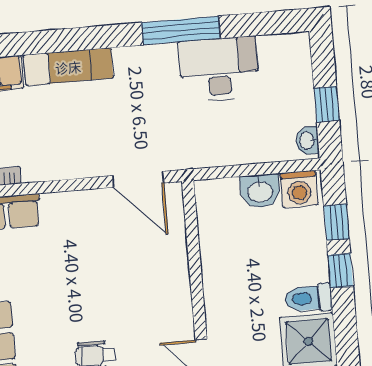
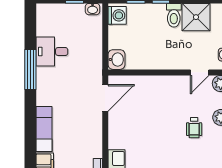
desk: (219, 69) -> (52, 52), width x0.73
washbasin: (260, 191) -> (116, 60), moved

